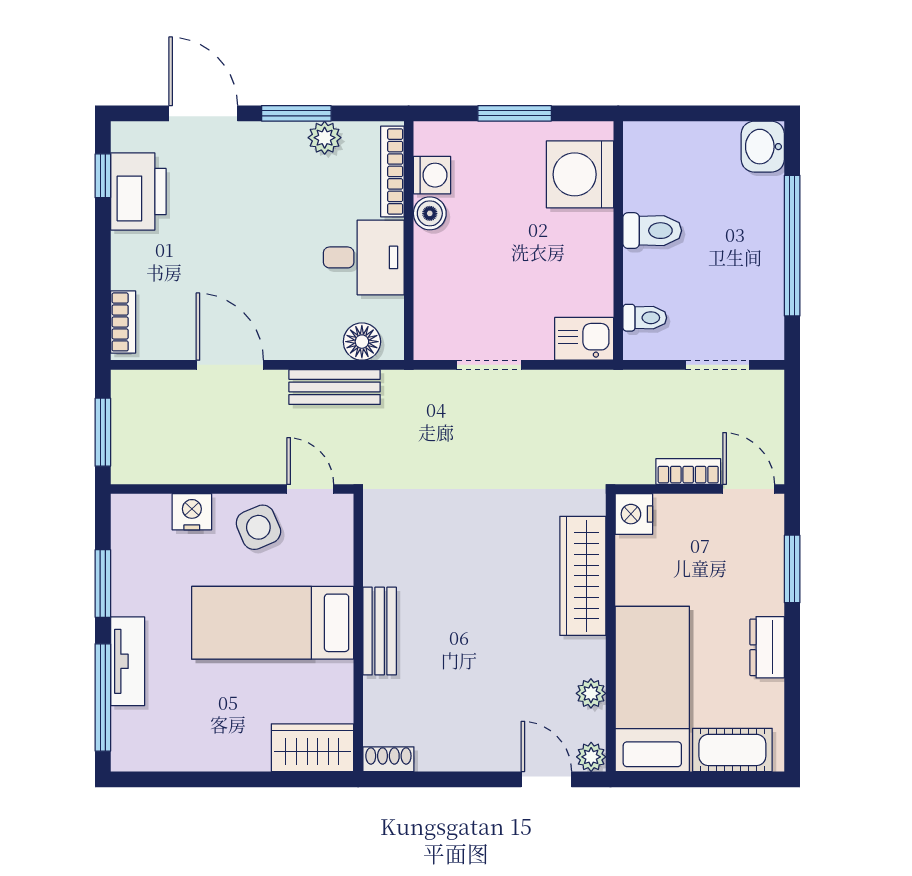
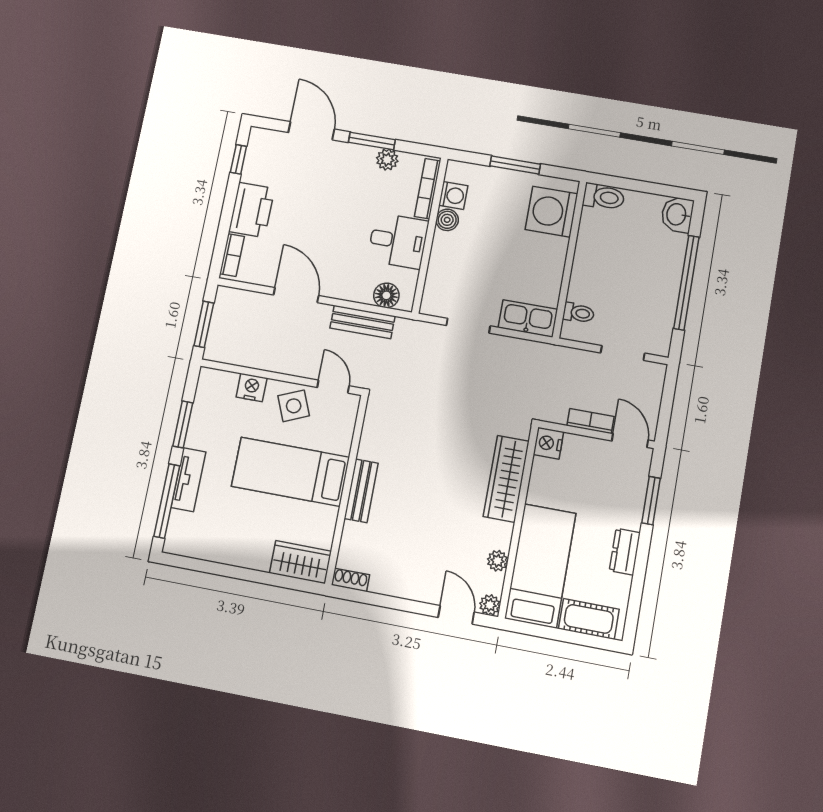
printer: (138, 192) -> (252, 210), moved
toilet: (652, 231) -> (604, 197), moved
kitchen sink: (584, 339) -> (528, 318), width x1.38

